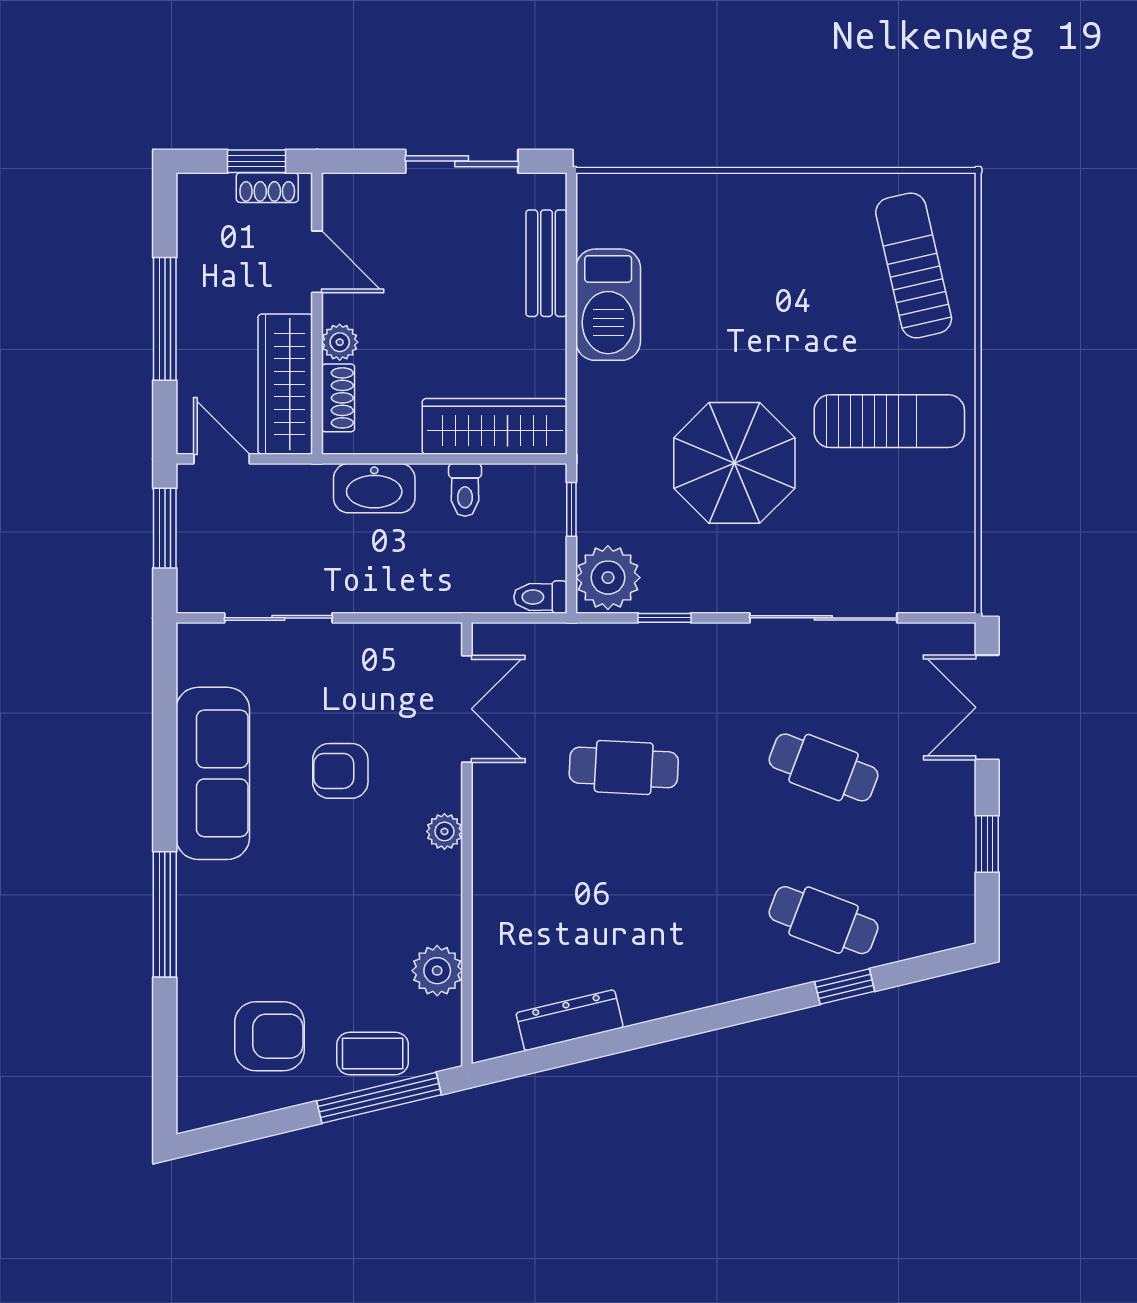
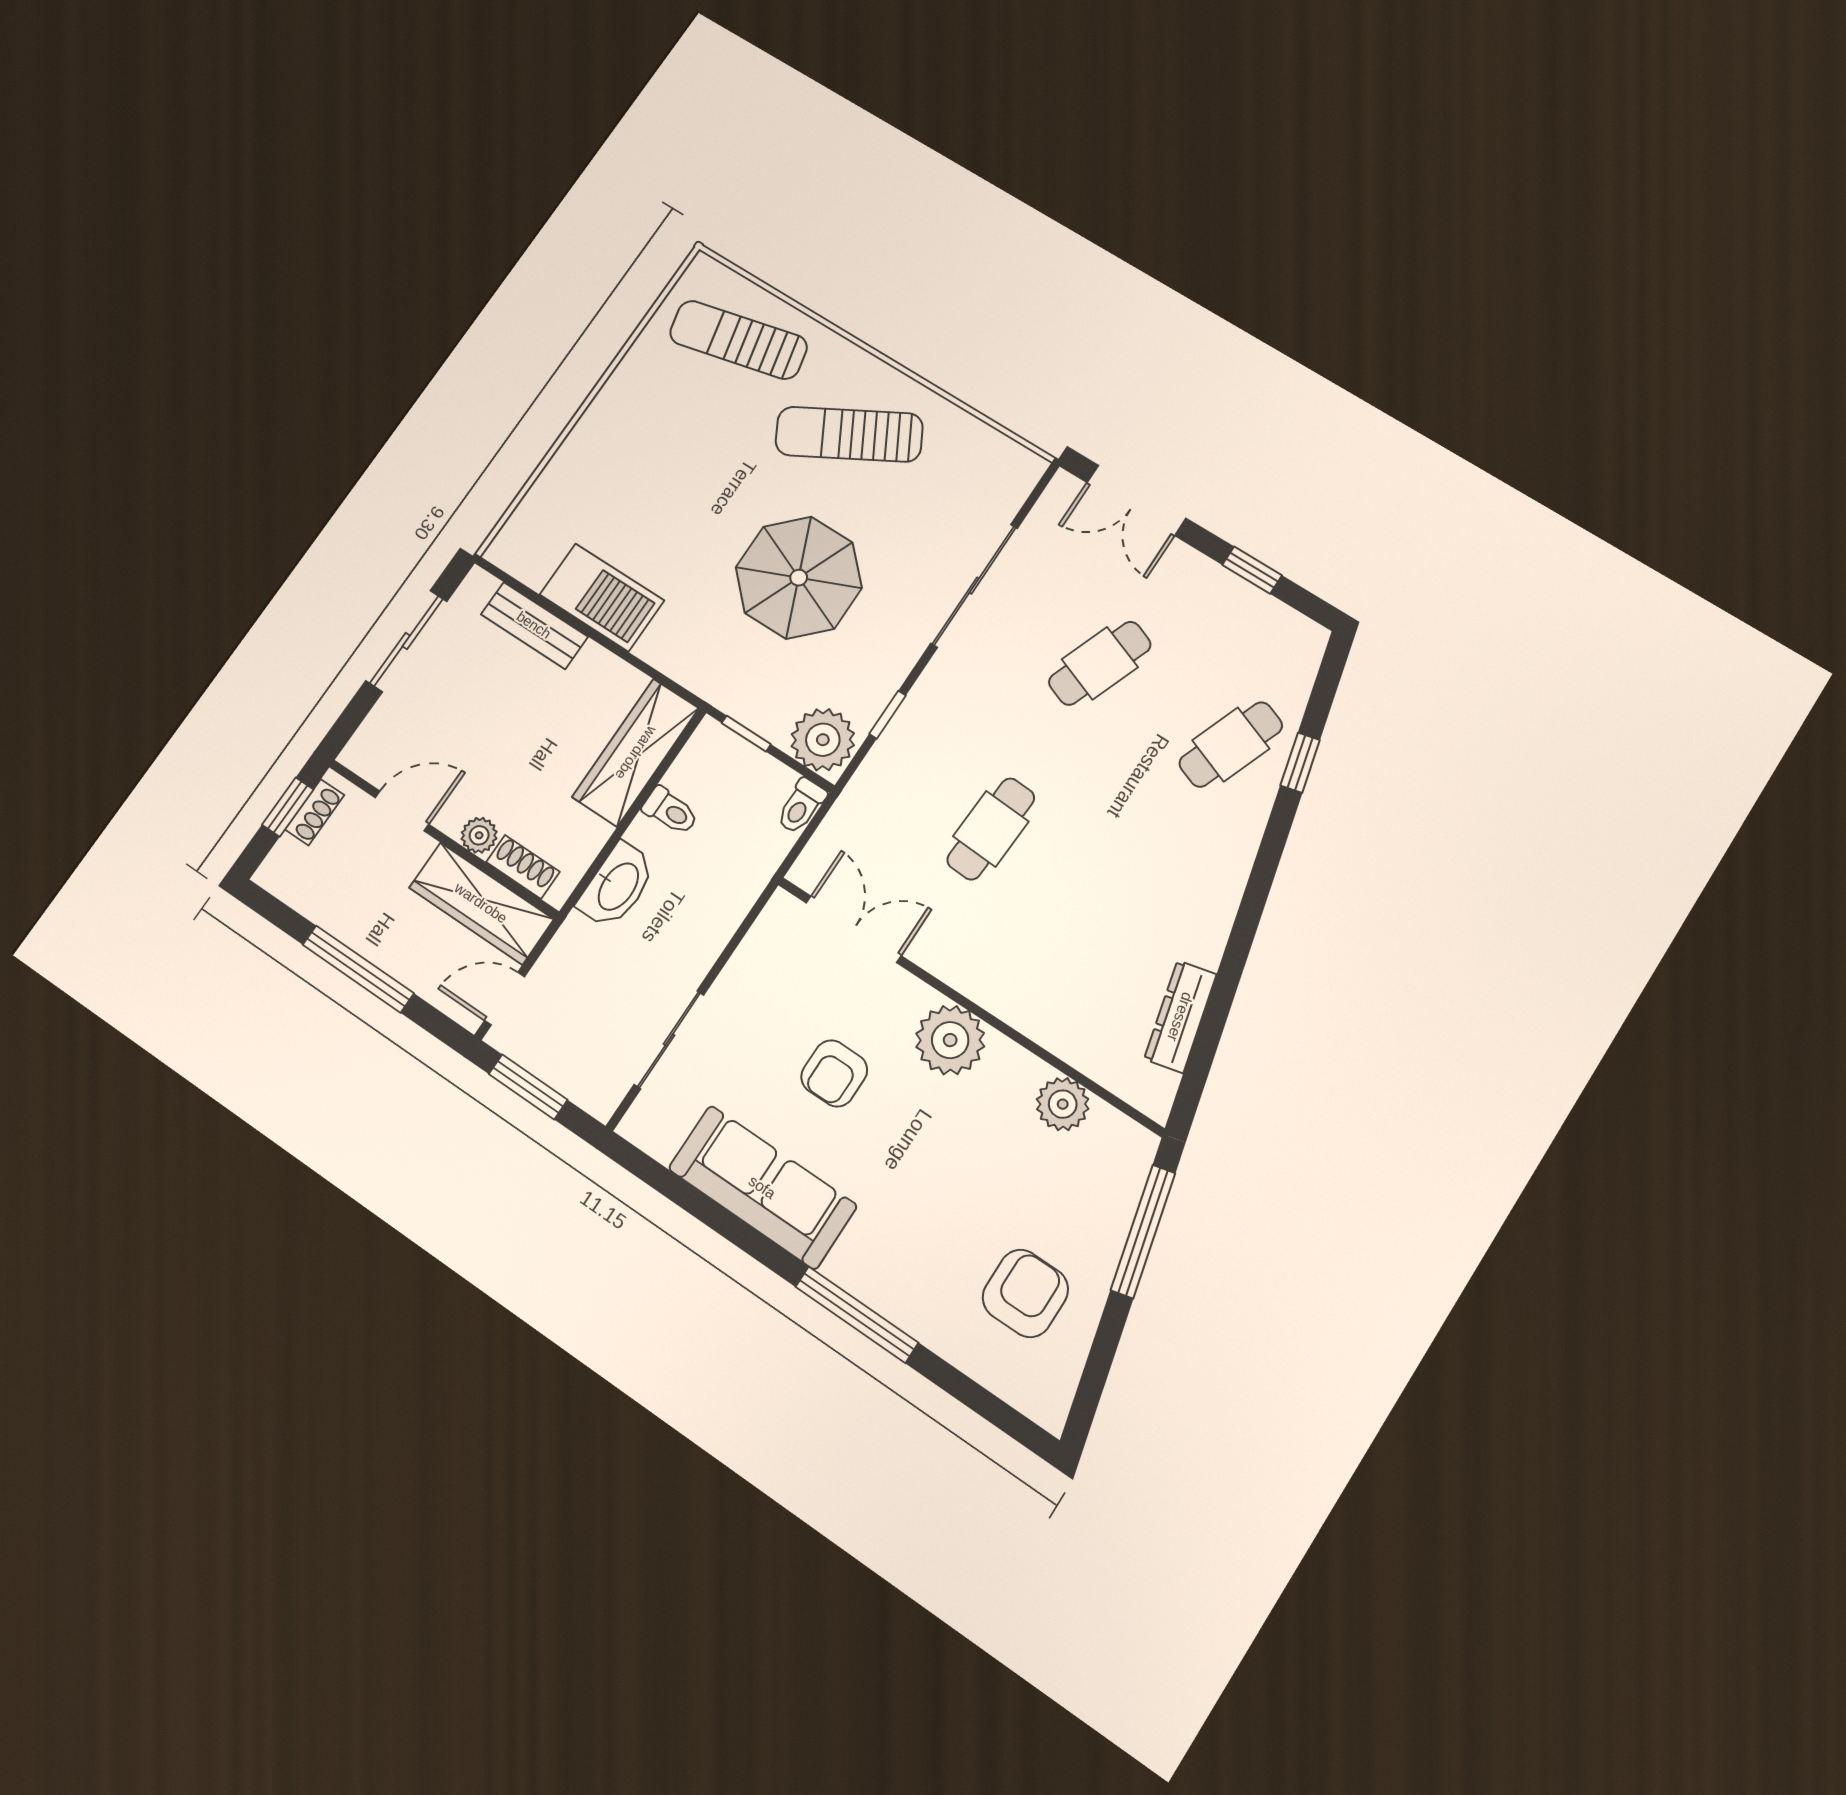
sun lounger: (889, 421) -> (849, 434), turned -119
plant: (444, 831) -> (950, 1040), width x1.88, depth x1.88
coffee table: (373, 1053) -> (1100, 1211), removed

